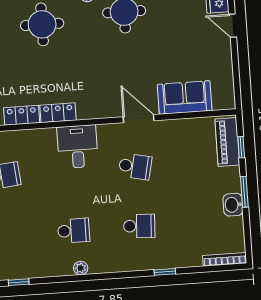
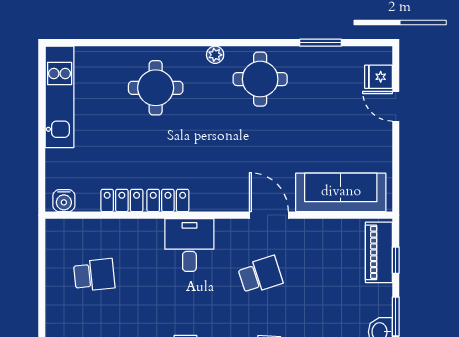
sofa: (185, 97) -> (341, 192), width x1.36
school desk: (135, 167) -> (260, 275), turned -30

